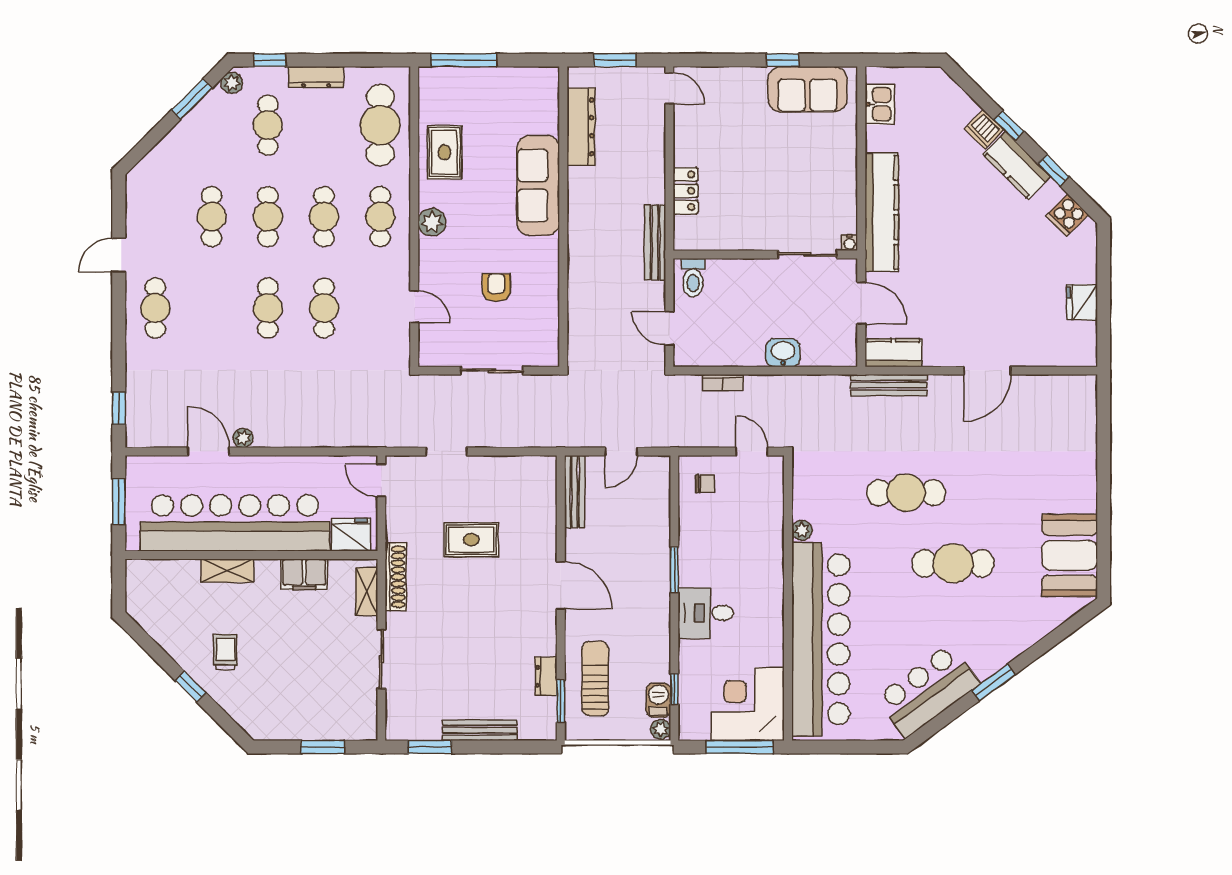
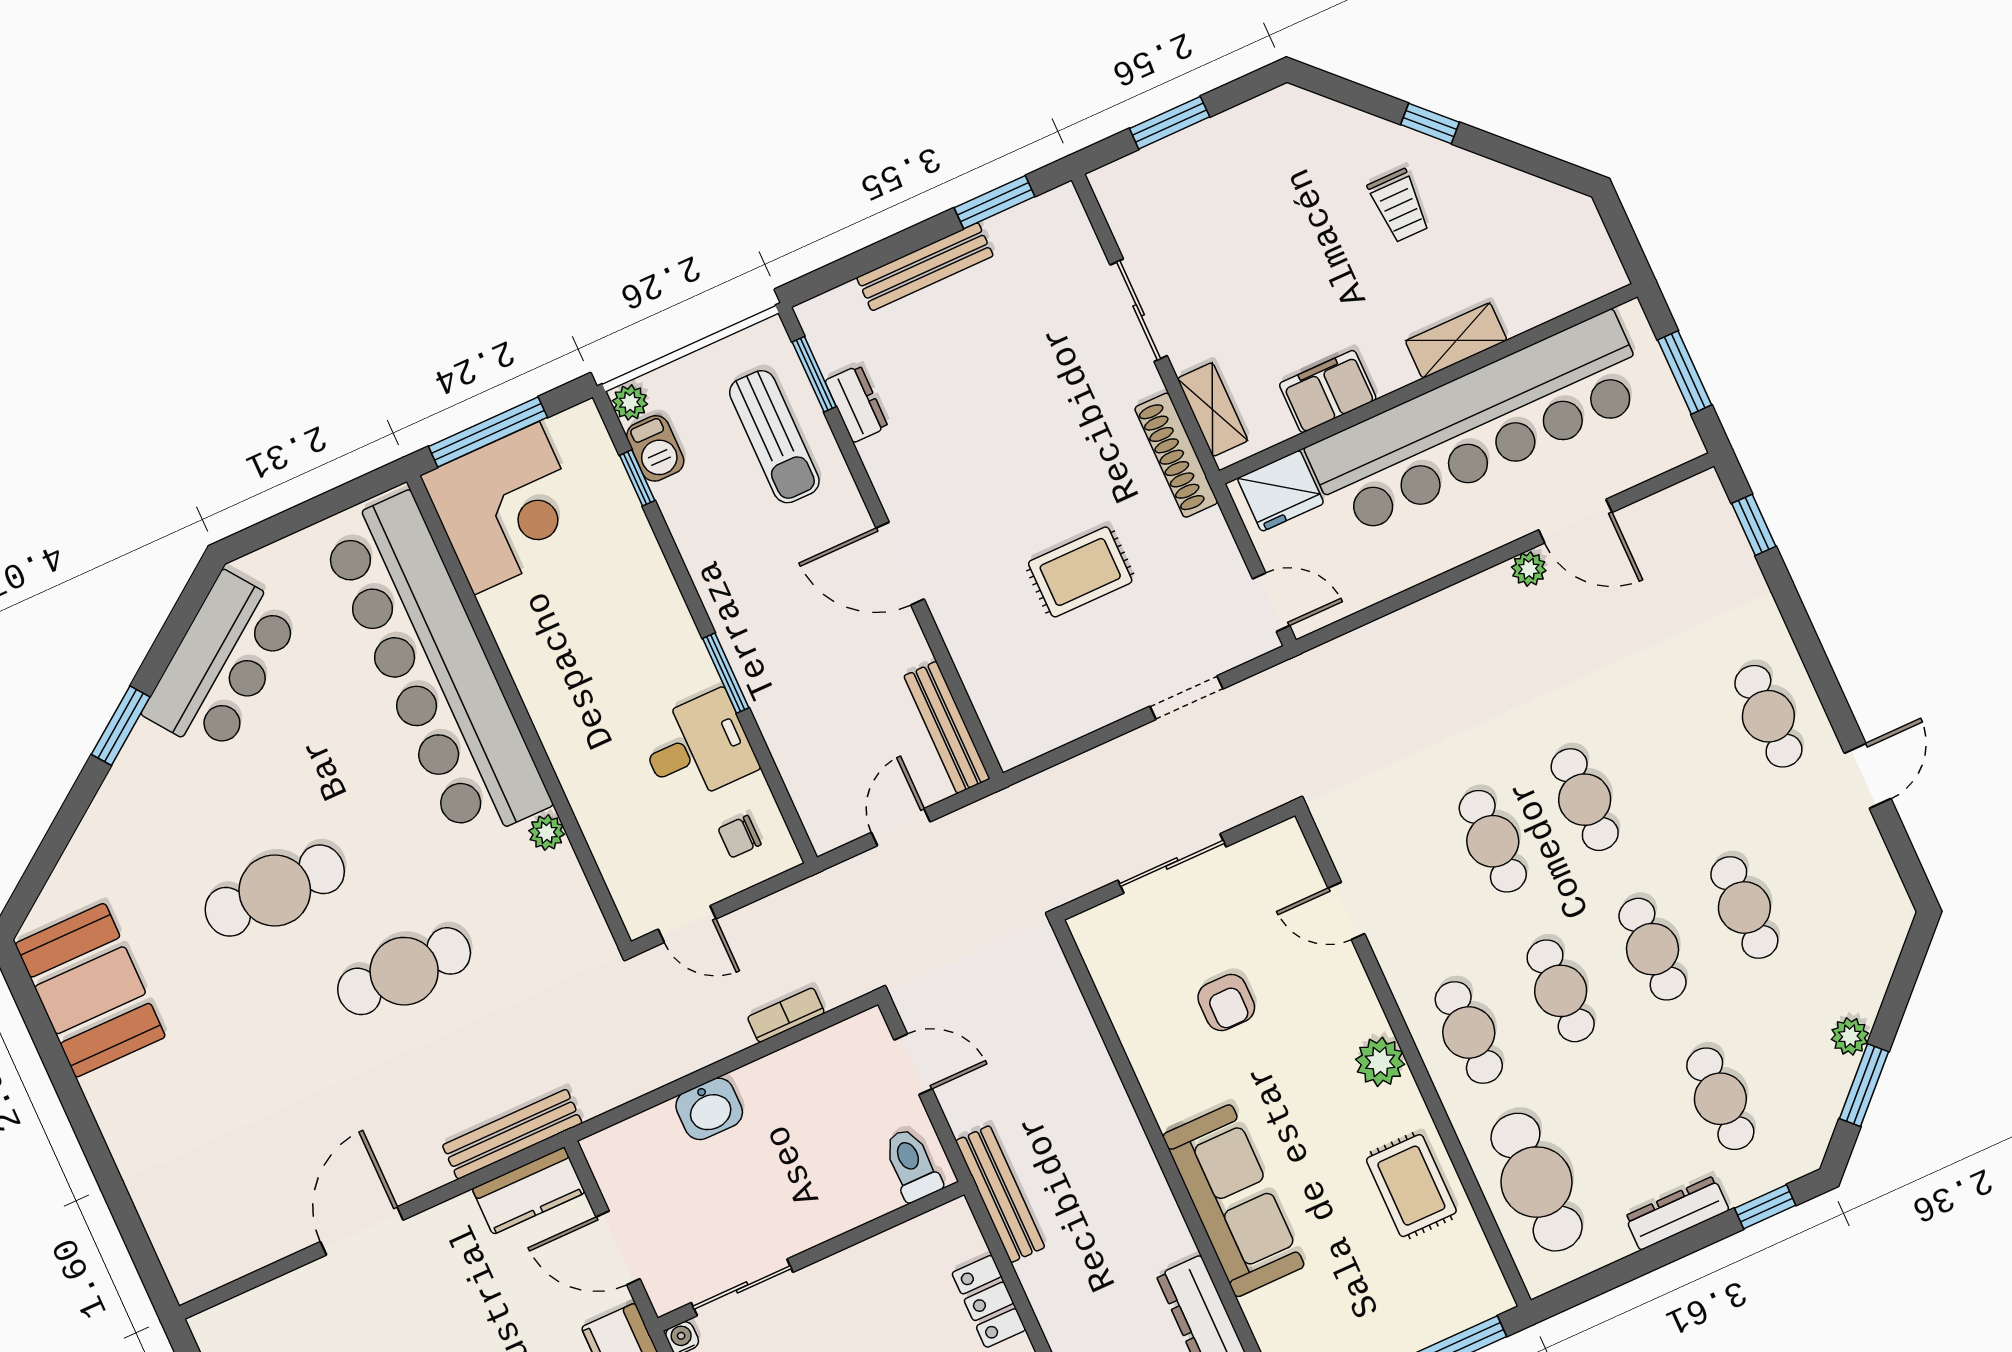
plant: (232, 83) -> (1850, 1036), moved
desk: (706, 613) -> (698, 747), moved

